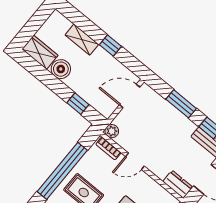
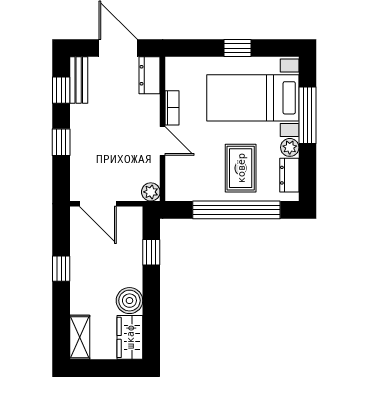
shelving: (82, 40) -> (80, 337), moved
window: (181, 104) -> (61, 142), width x0.67
bookcase: (108, 148) -> (172, 108), moved

